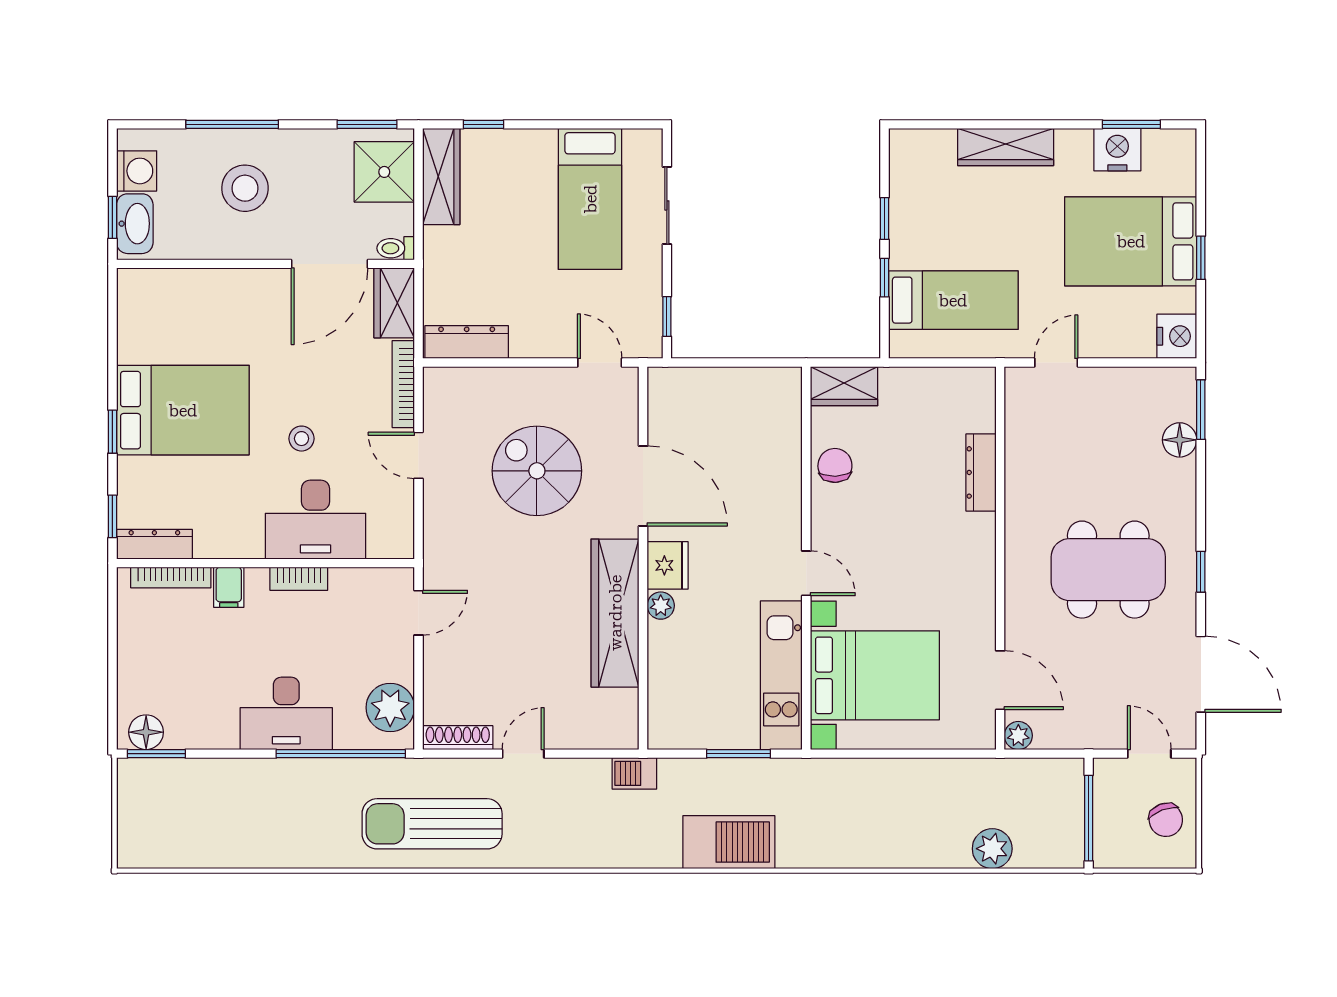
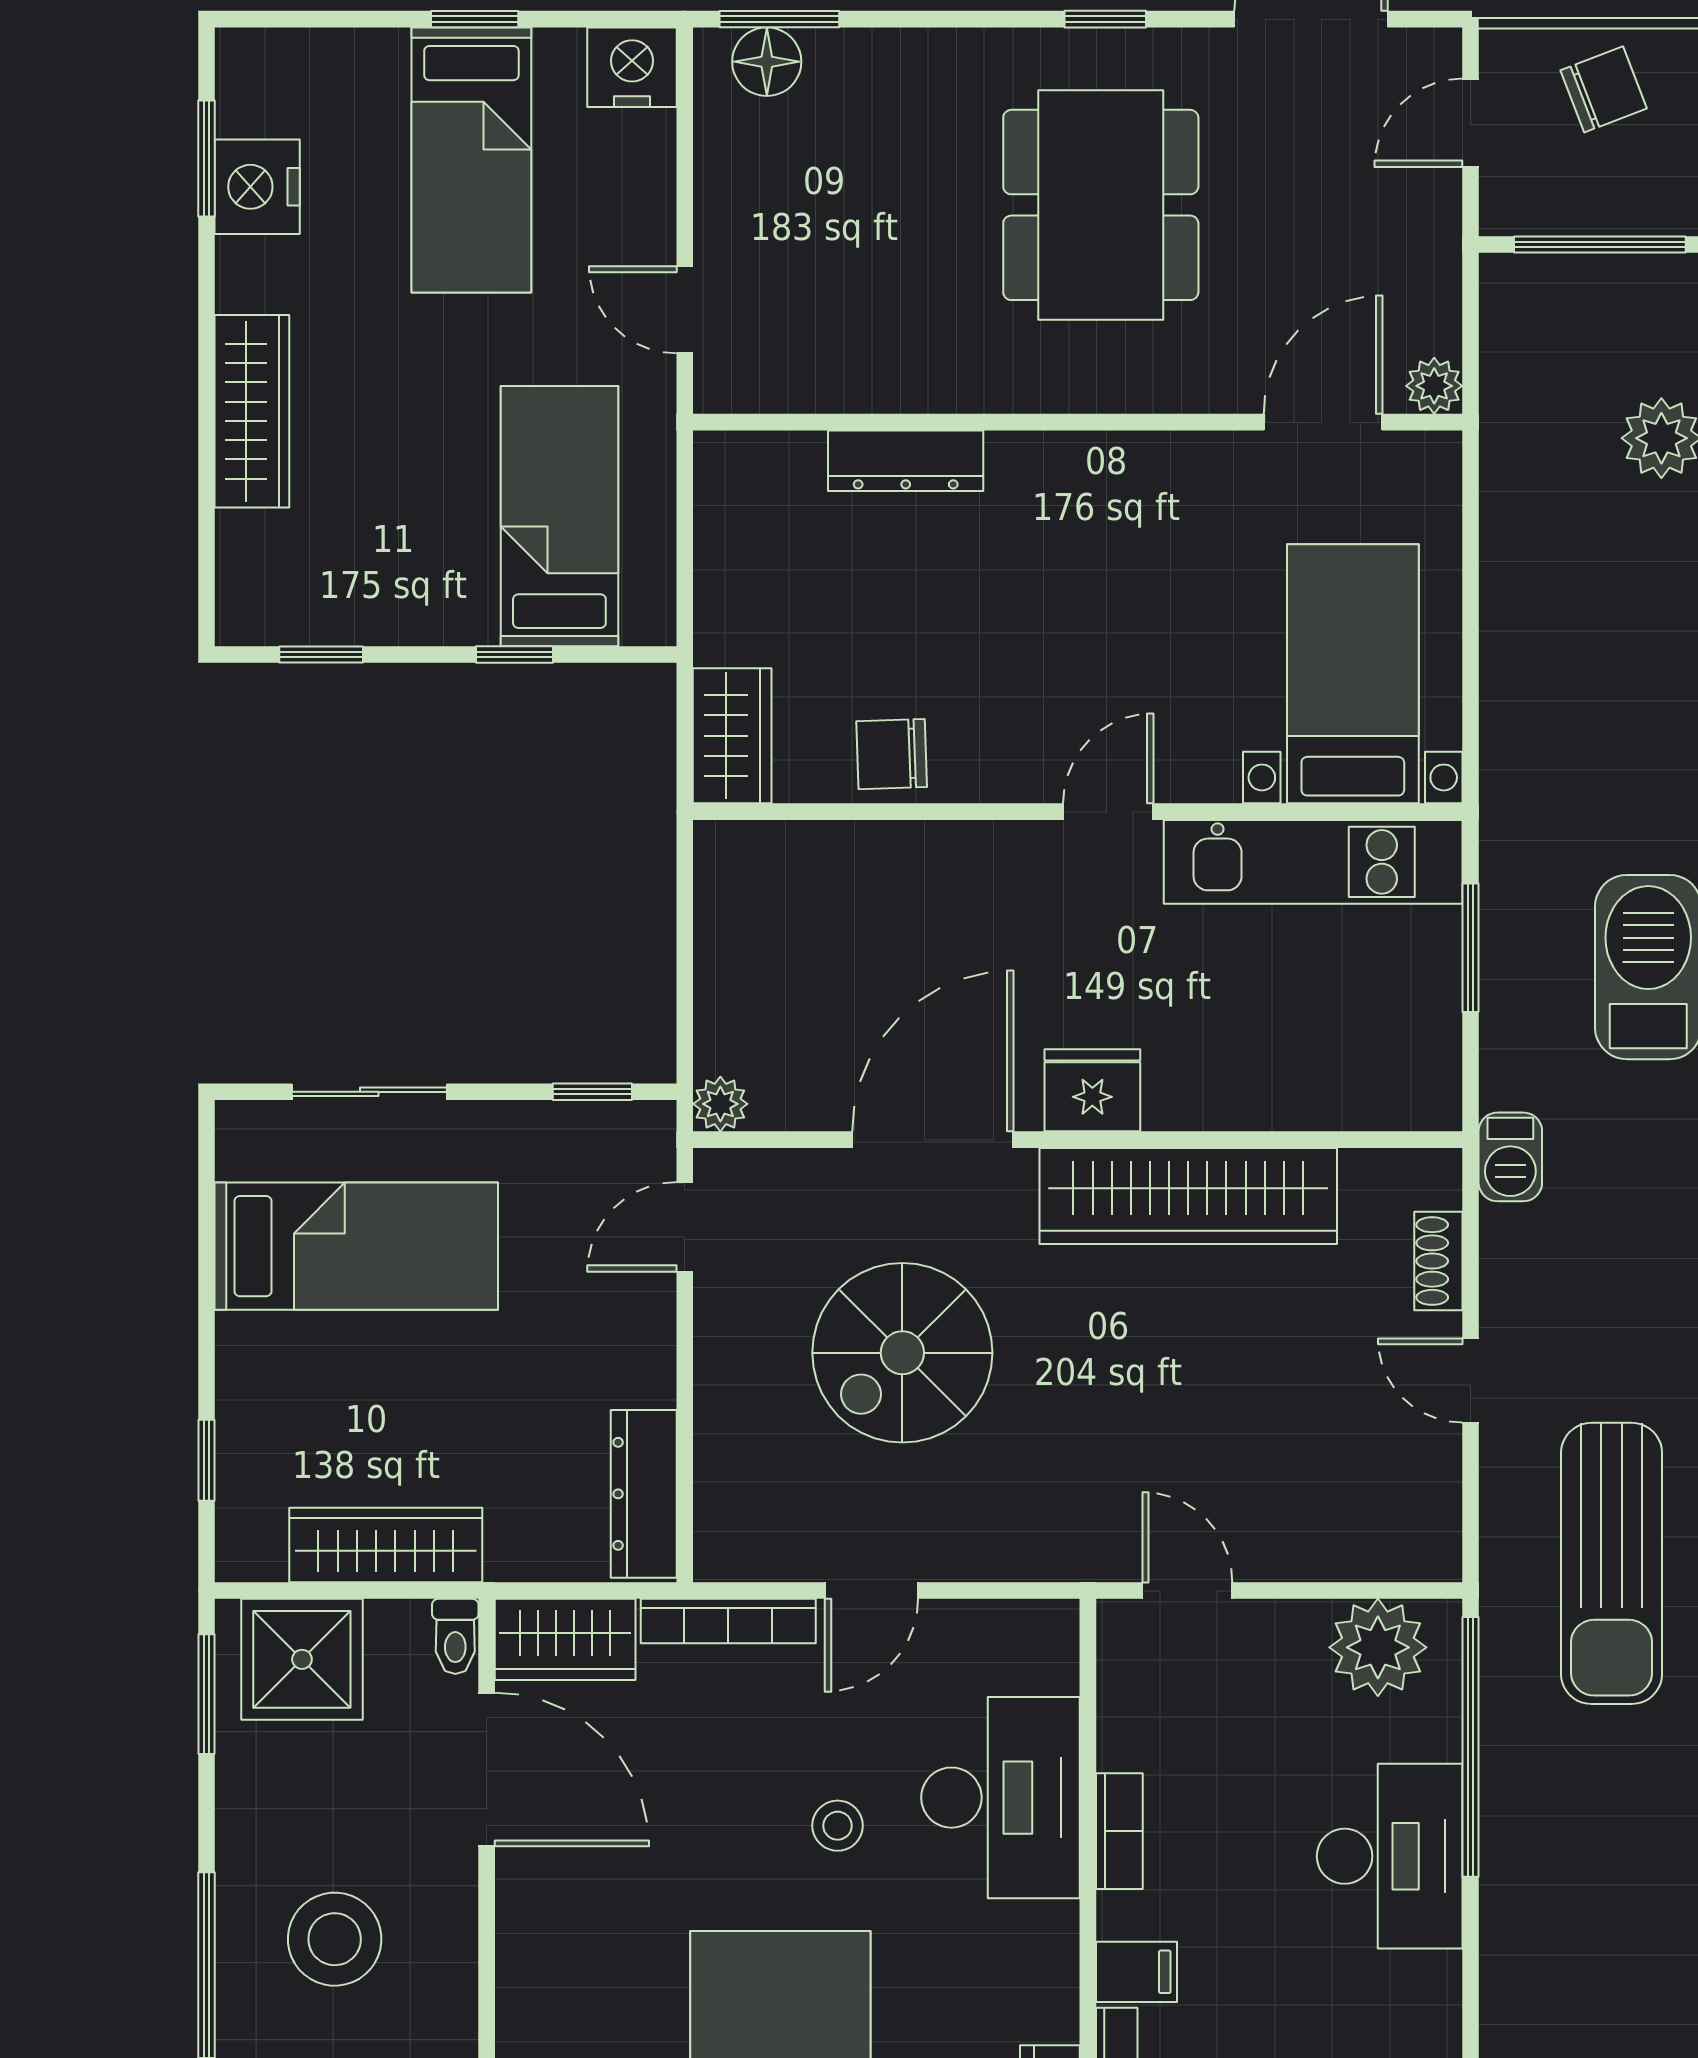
wardrobe: (441, 177) -> (386, 1545), moved
window: (885, 219) -> (321, 654), moved
bed: (1131, 241) -> (471, 160), width x0.67
floor lamp: (1180, 440) -> (767, 62), moved
plant: (661, 606) -> (720, 1104), moved
bed with nightstands: (875, 675) -> (1353, 674), width x0.73
shoe rack: (458, 738) -> (1438, 1261), moved, width x0.70

